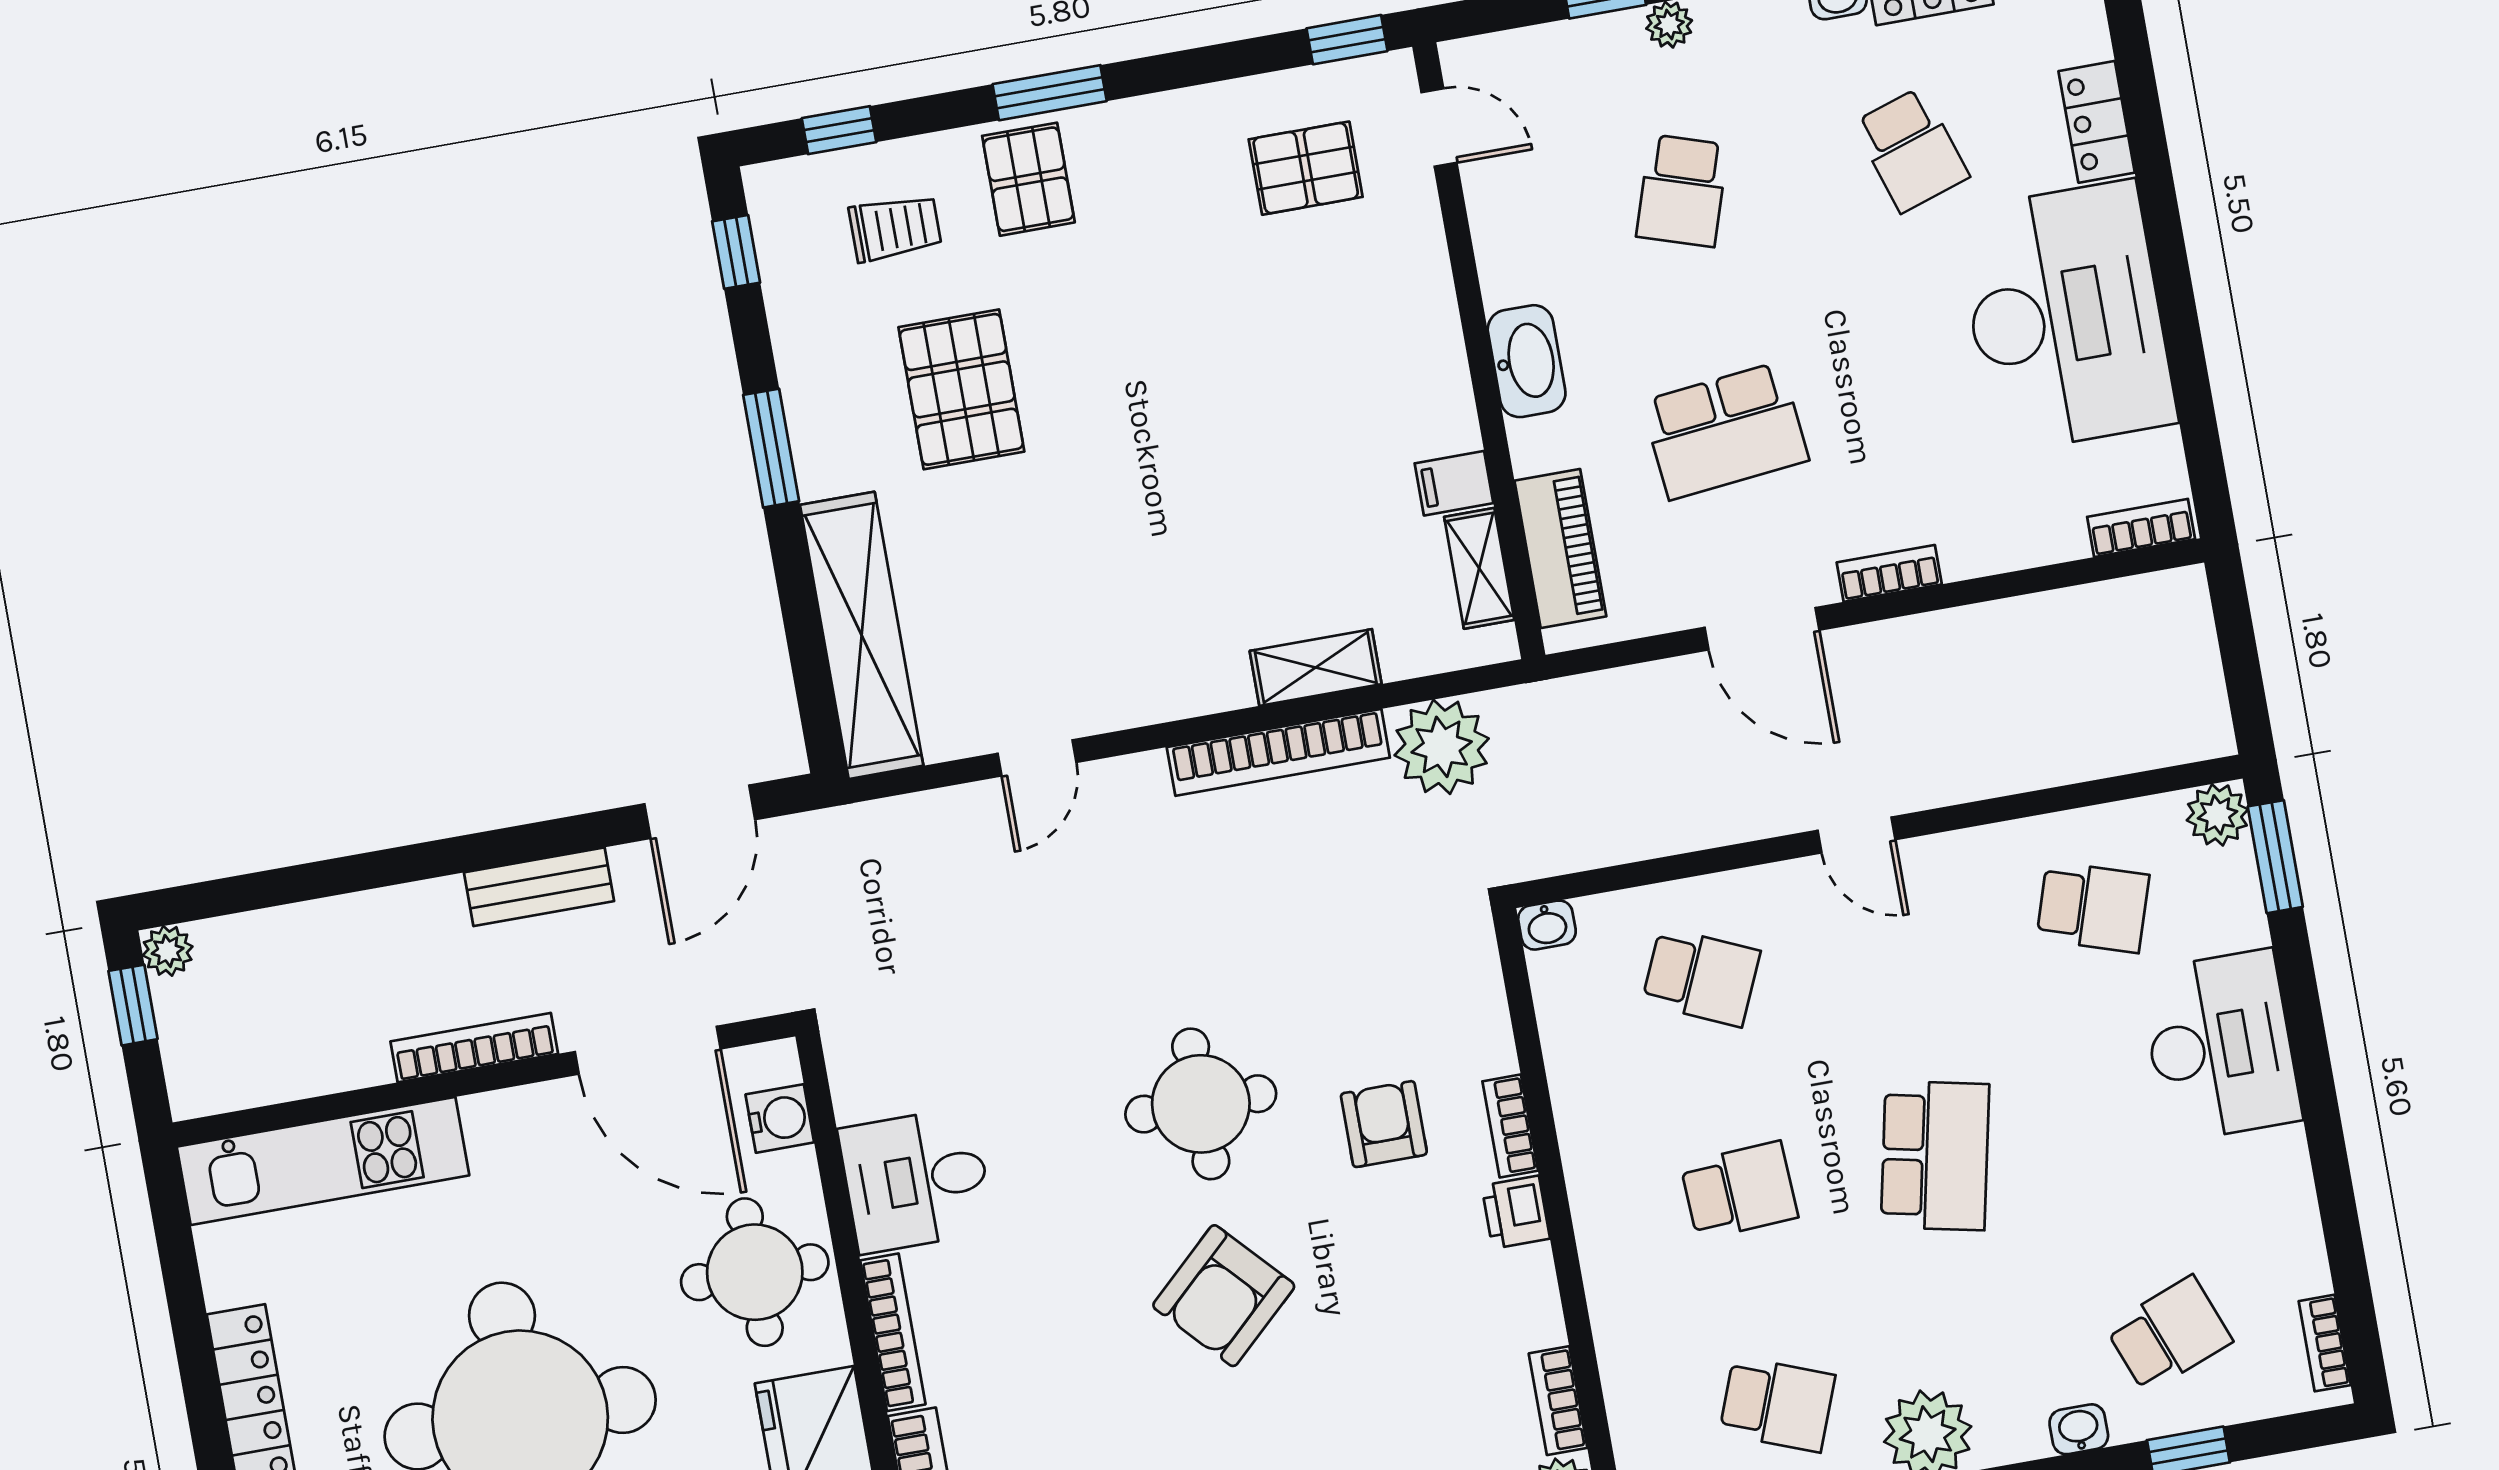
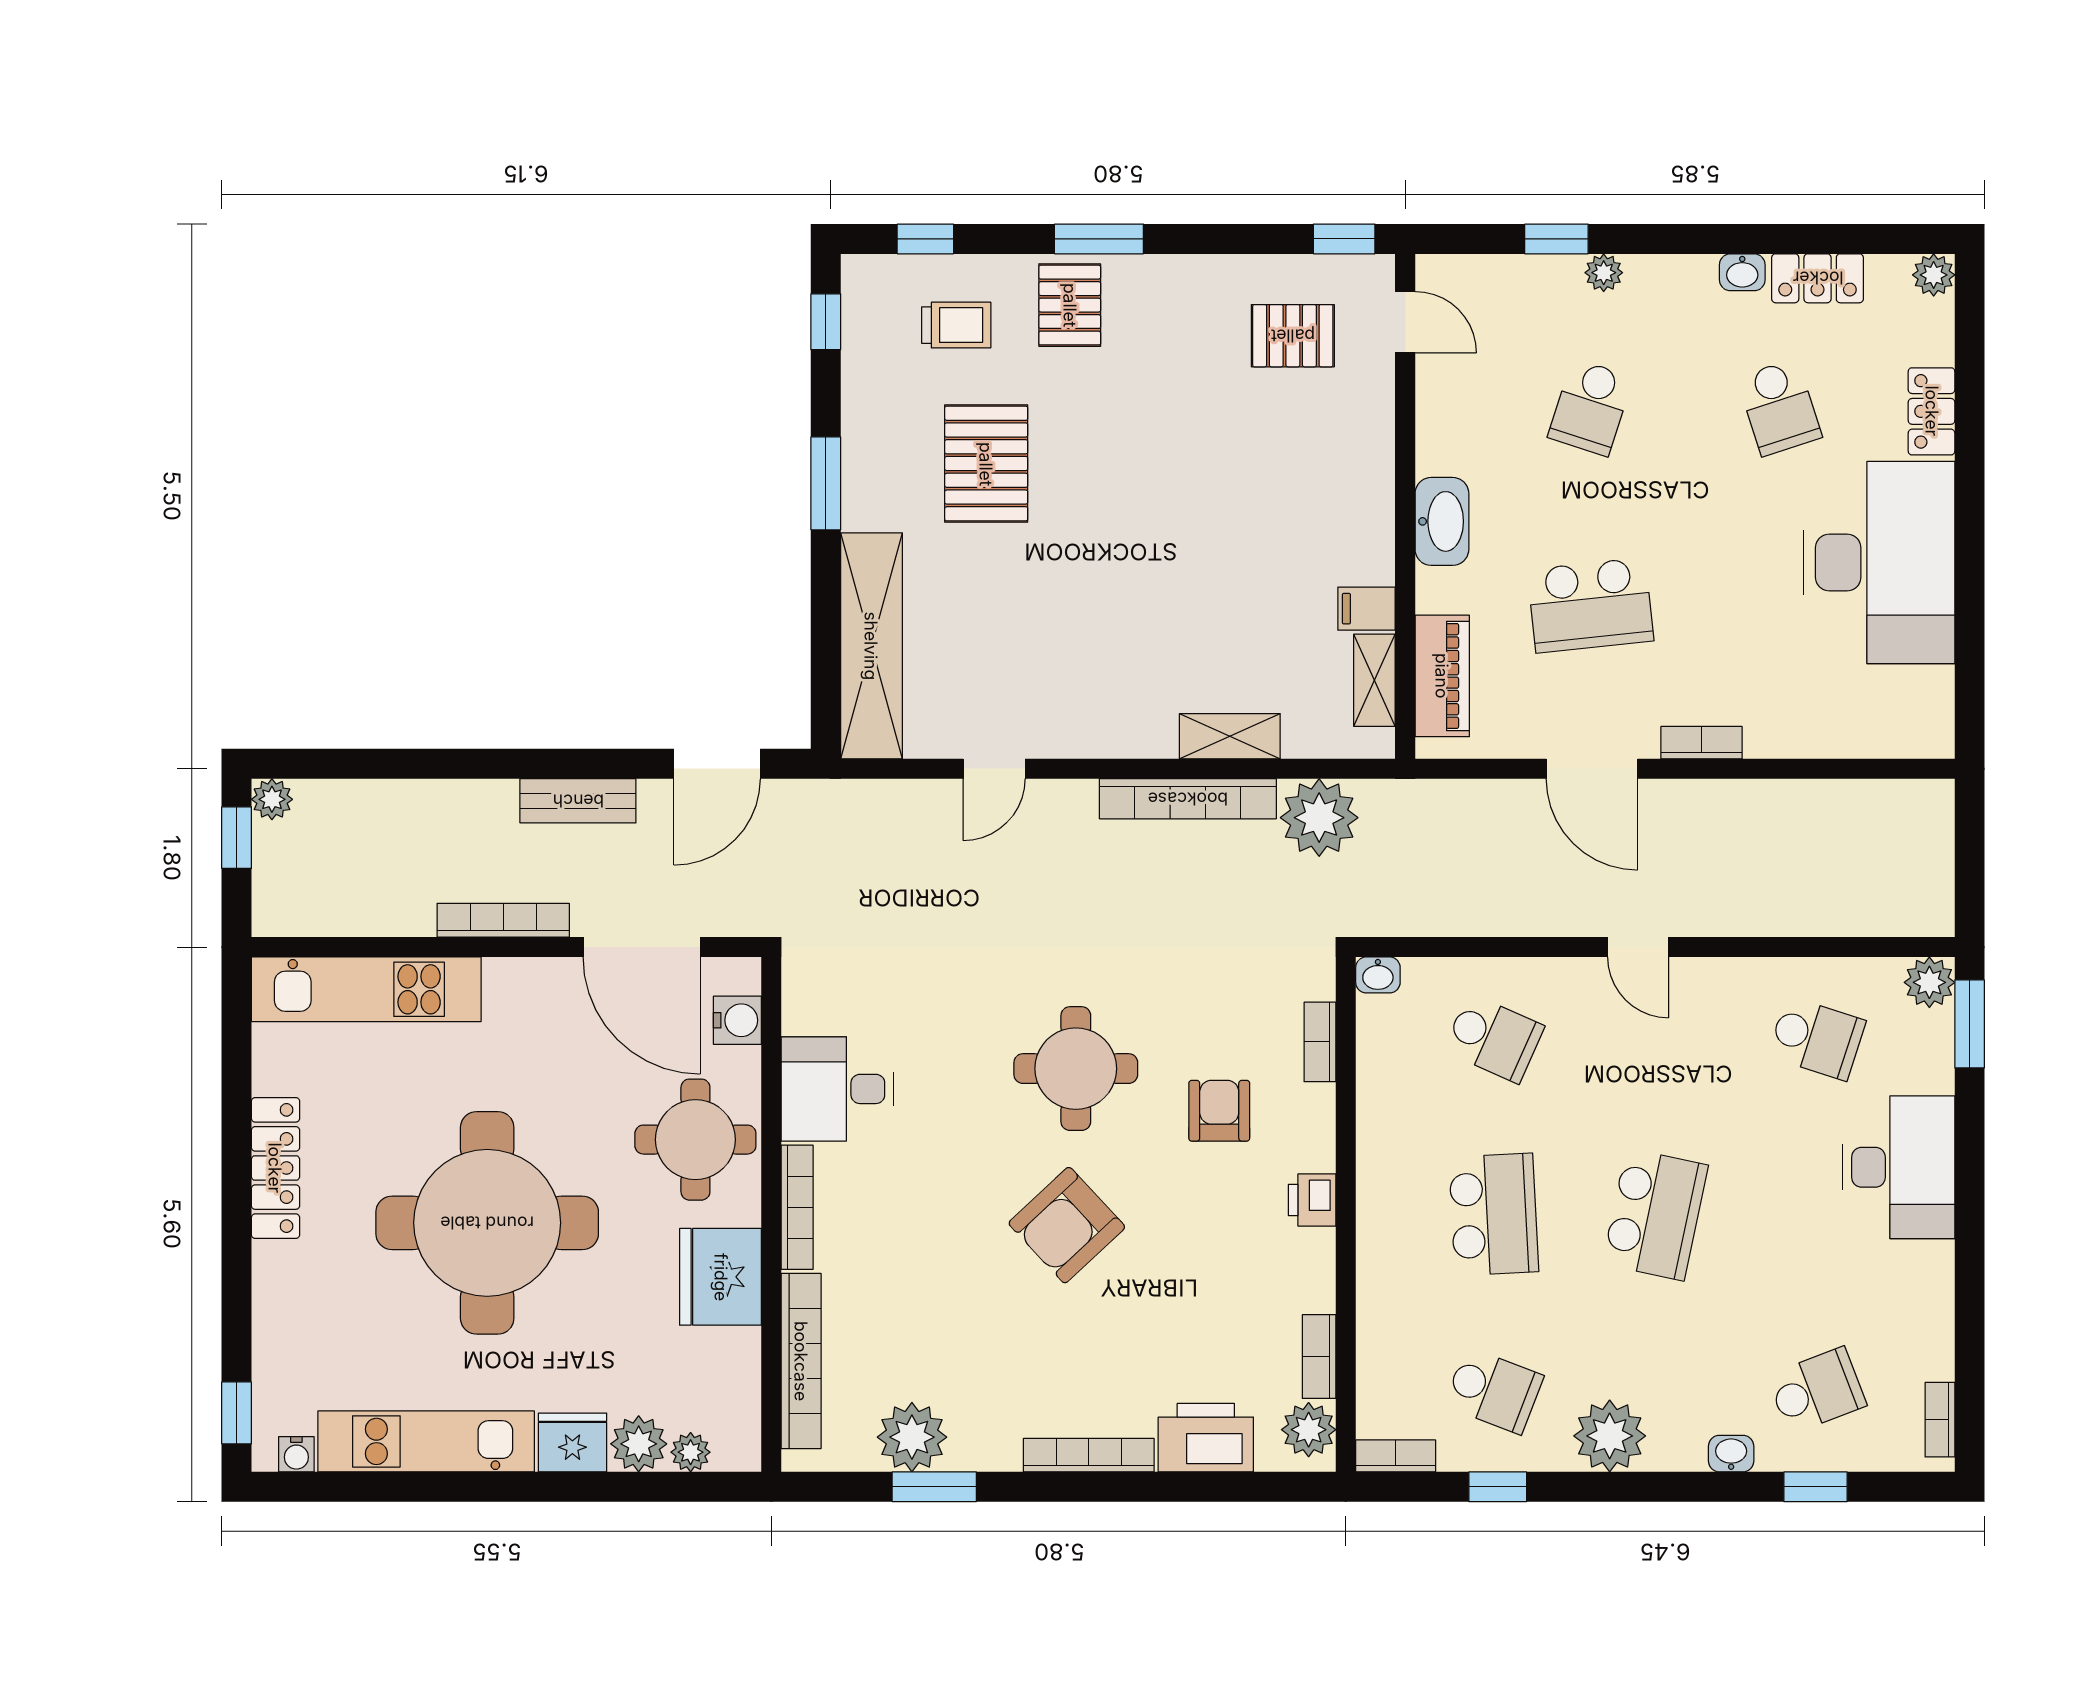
bookcase: (2141, 528) -> (1909, 742), removed
bookcase: (1510, 1126) -> (1320, 1042), moved
school desk: (1739, 1191) -> (1494, 1214), width x1.85

